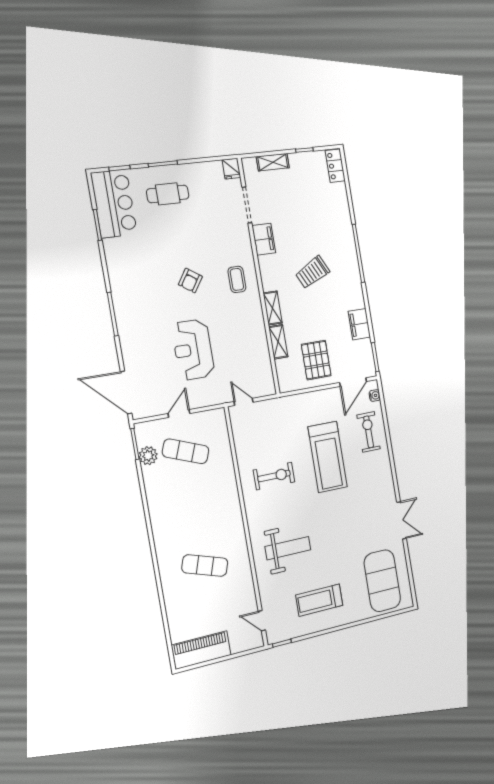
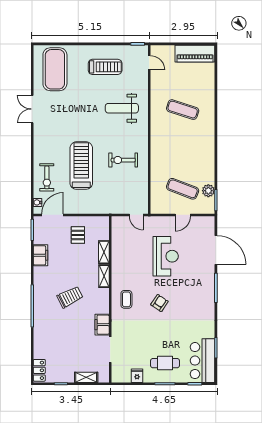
fridge: (231, 169) -> (137, 376), moved
pallet: (316, 360) -> (78, 235), width x0.67, depth x0.71
door: (126, 393) -> (216, 250), moved

